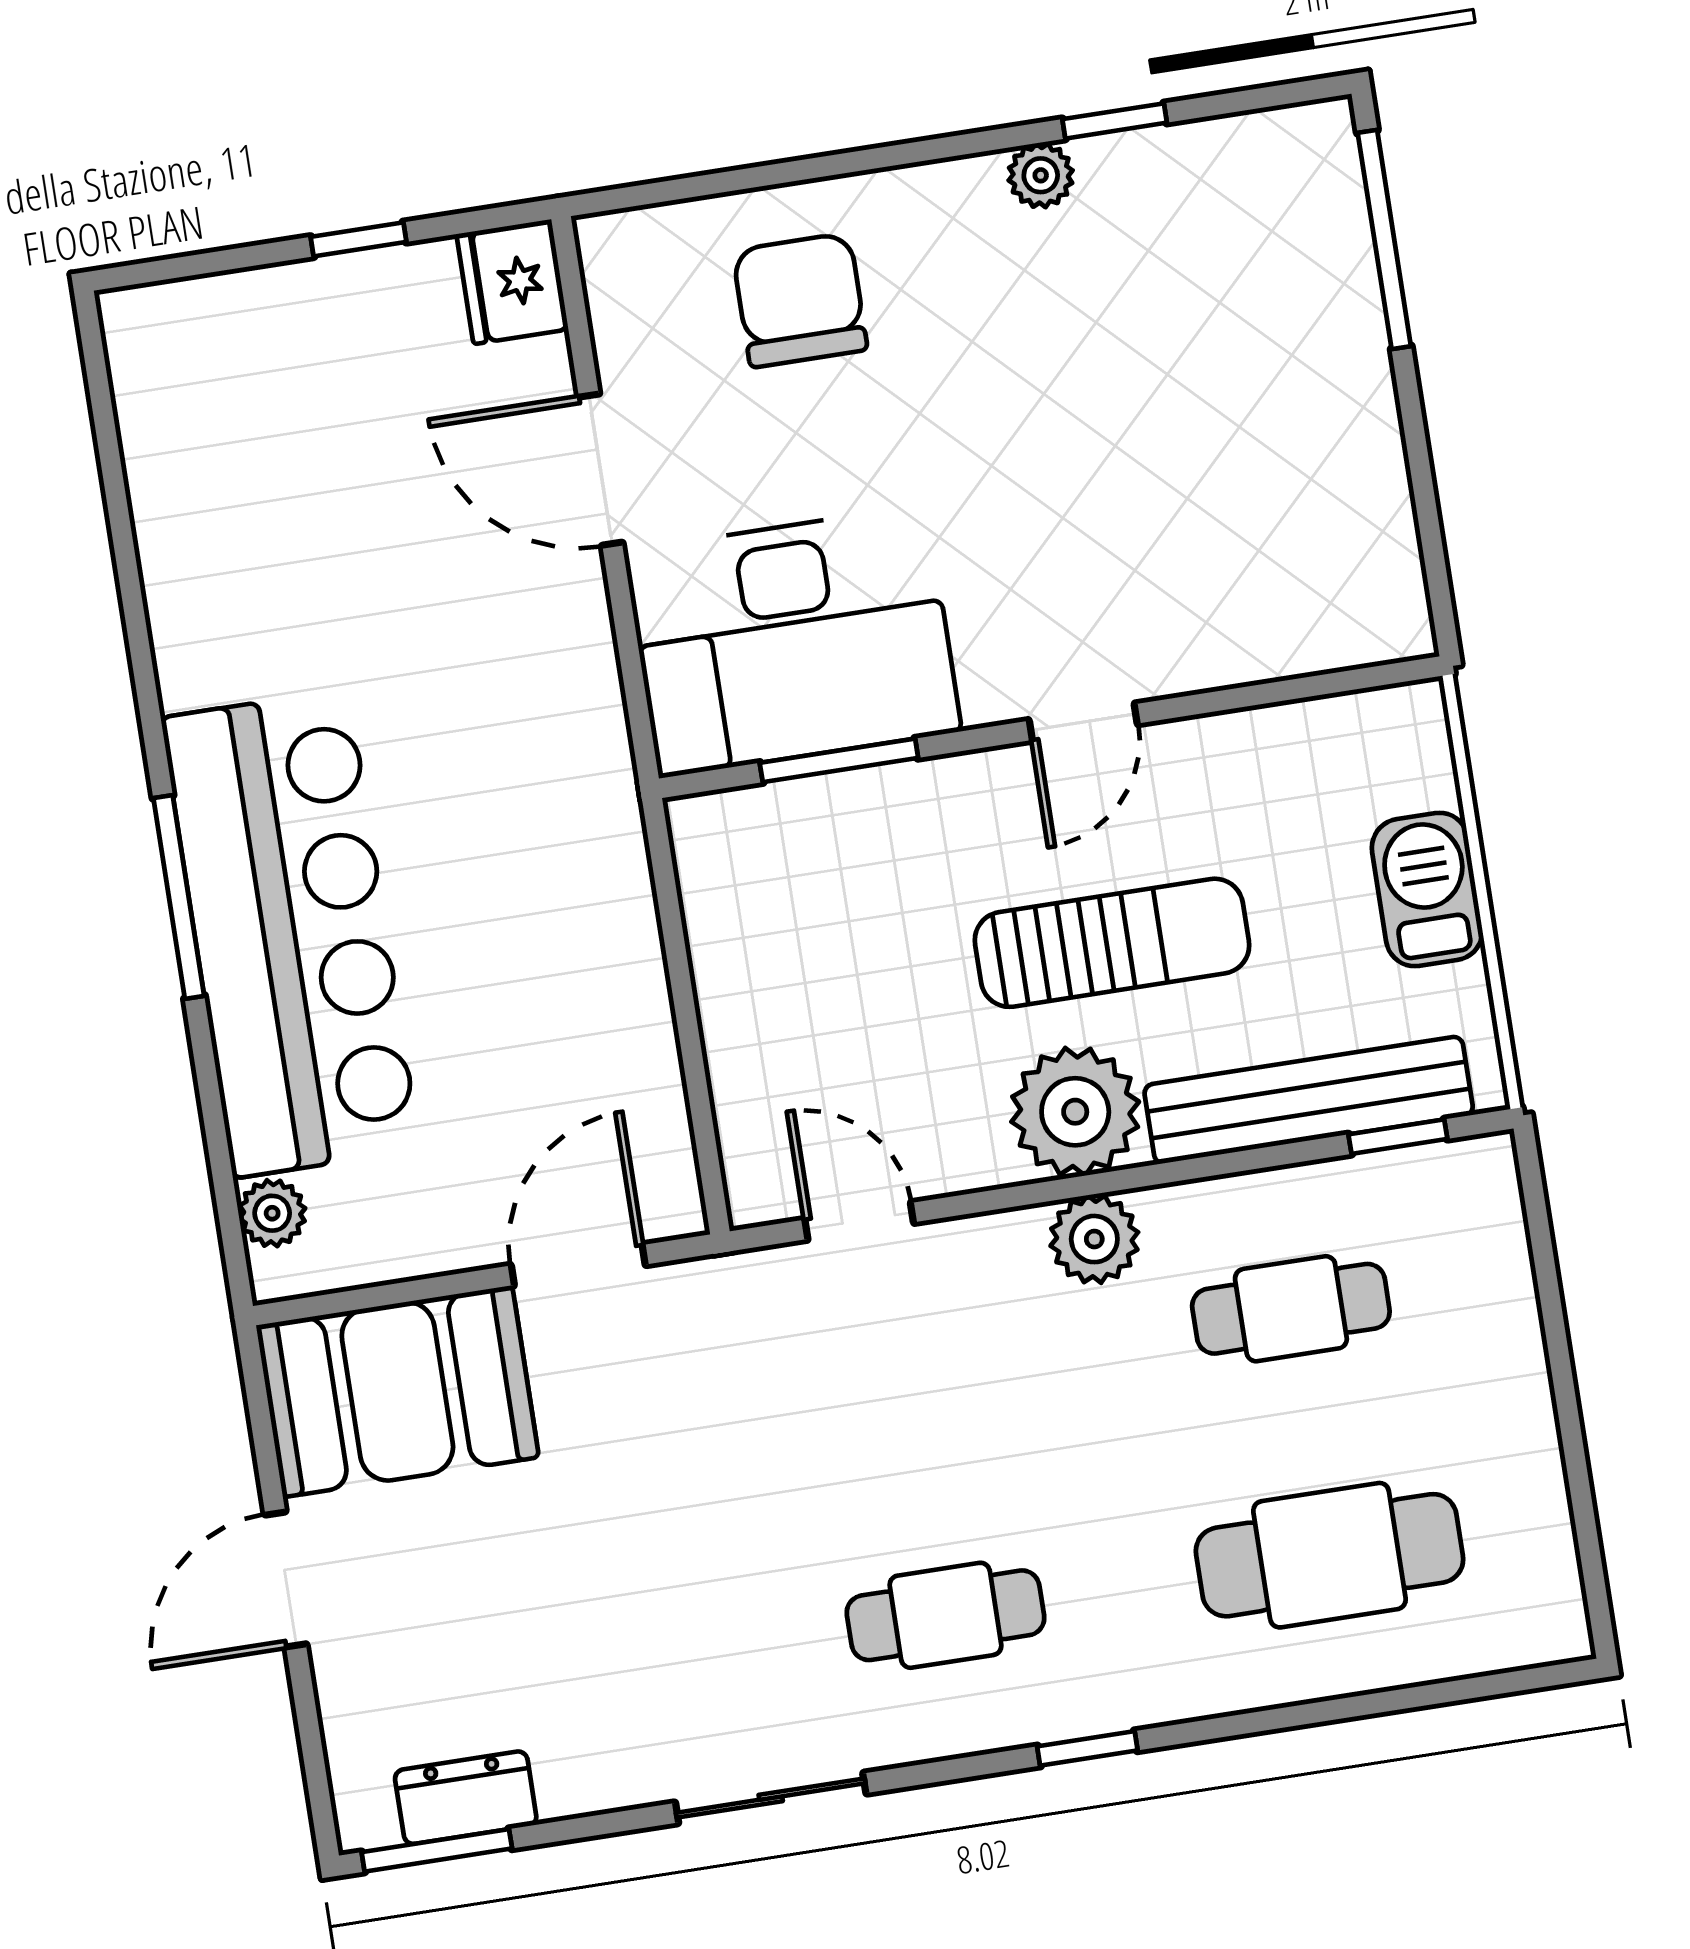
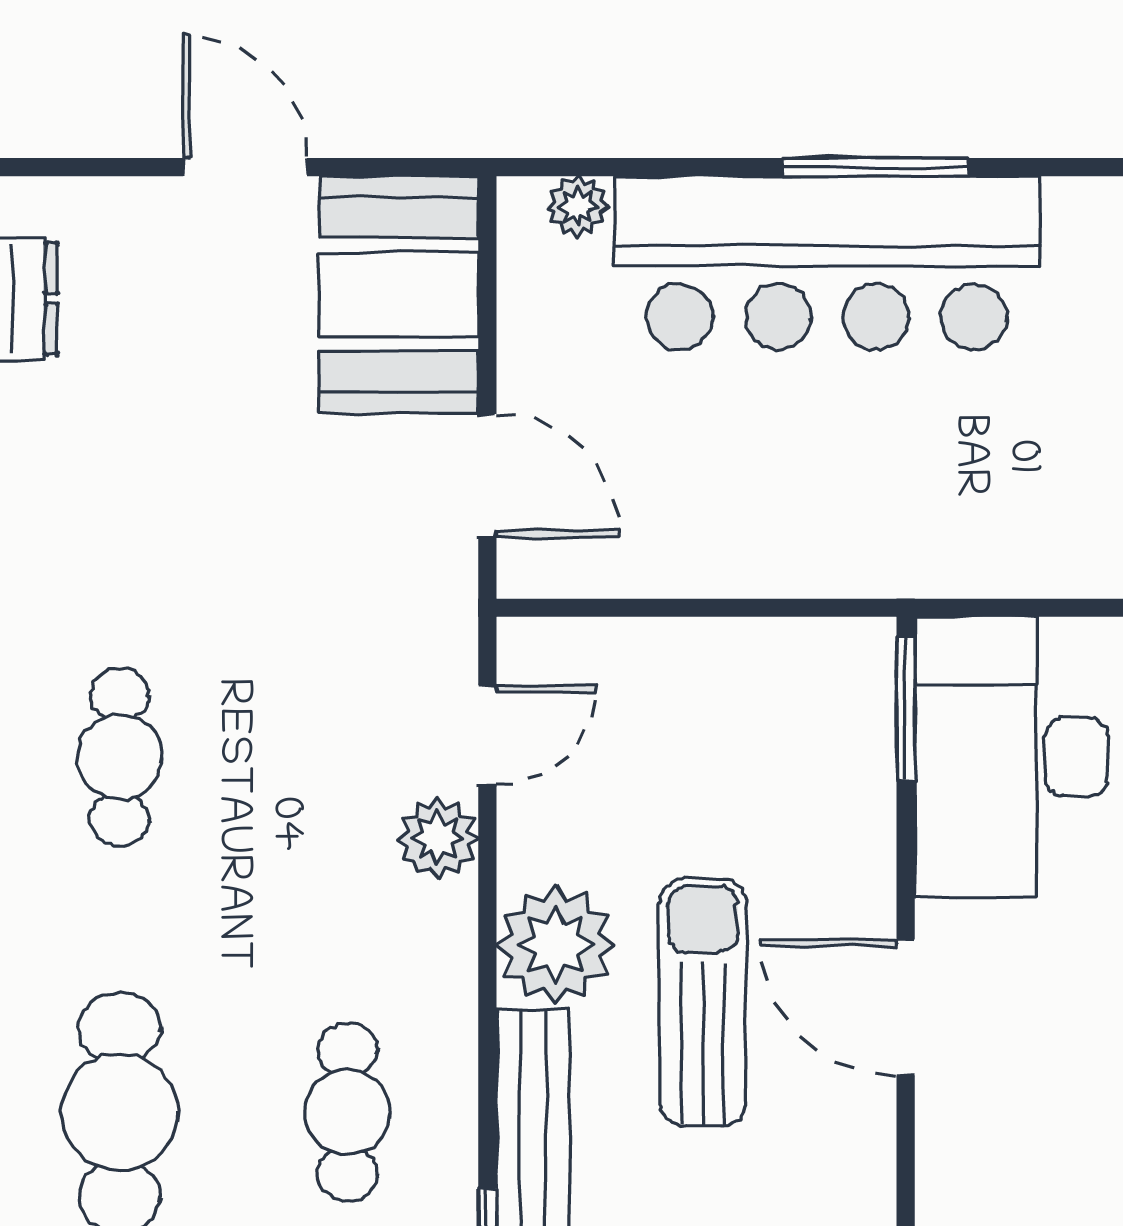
door: (1083, 722) -> (906, 1008), width x1.38
window: (839, 760) -> (906, 709), moved
sun lounger: (1112, 943) -> (703, 1002), turned 180
plant: (1094, 1239) -> (438, 838), moved

